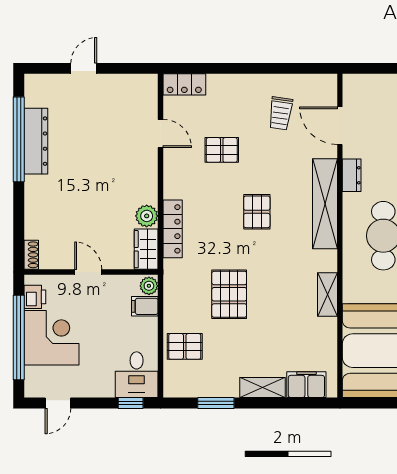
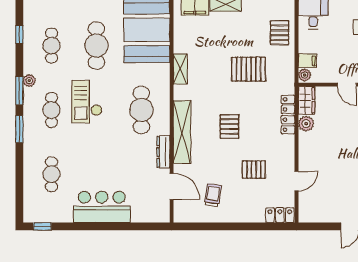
door: (160, 133) -> (297, 181), swing flipped
dresser: (352, 175) -> (163, 152), width x1.44
pallet: (229, 294) -> (249, 69), turned 90
pallet: (185, 346) -> (280, 33), turned 90

